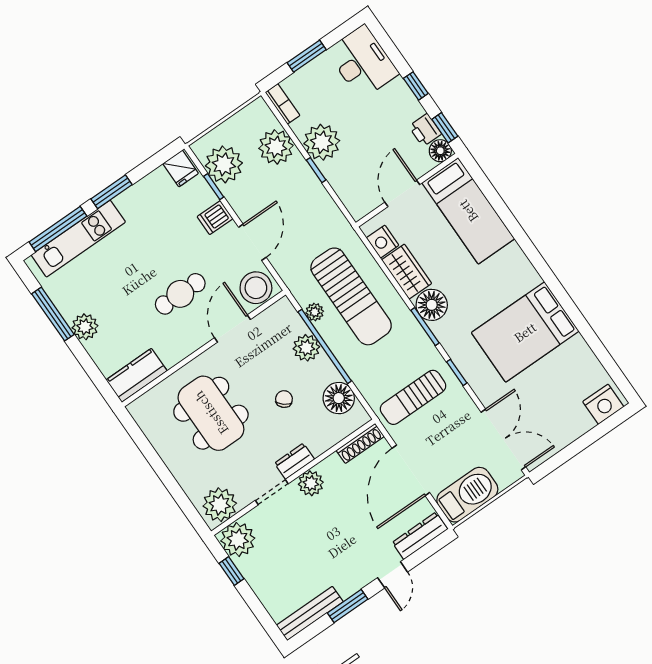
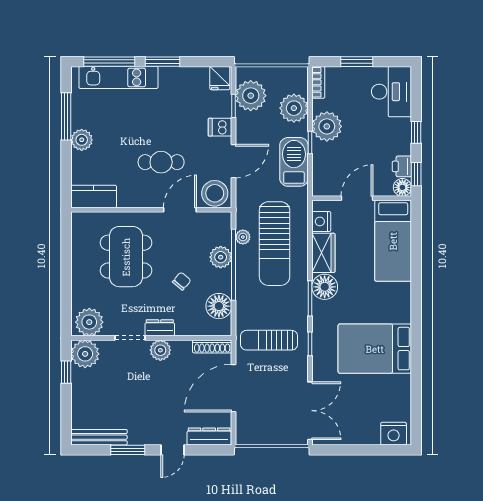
barbecue: (467, 495) -> (294, 162), moved, turned -90

